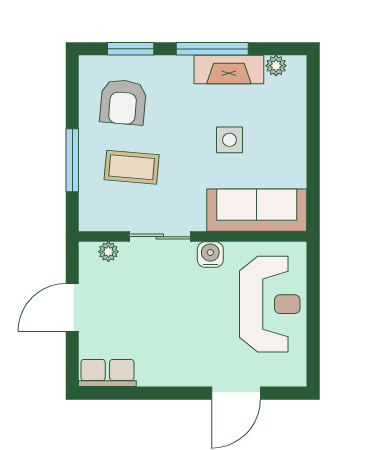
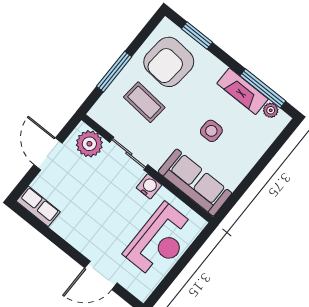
window: (212, 49) -> (263, 88), moved
armchair: (123, 102) -> (169, 62), width x1.36, depth x1.36
plant: (108, 252) -> (89, 144), width x1.88, depth x1.88
door: (72, 308) -> (48, 154), hinge flipped

